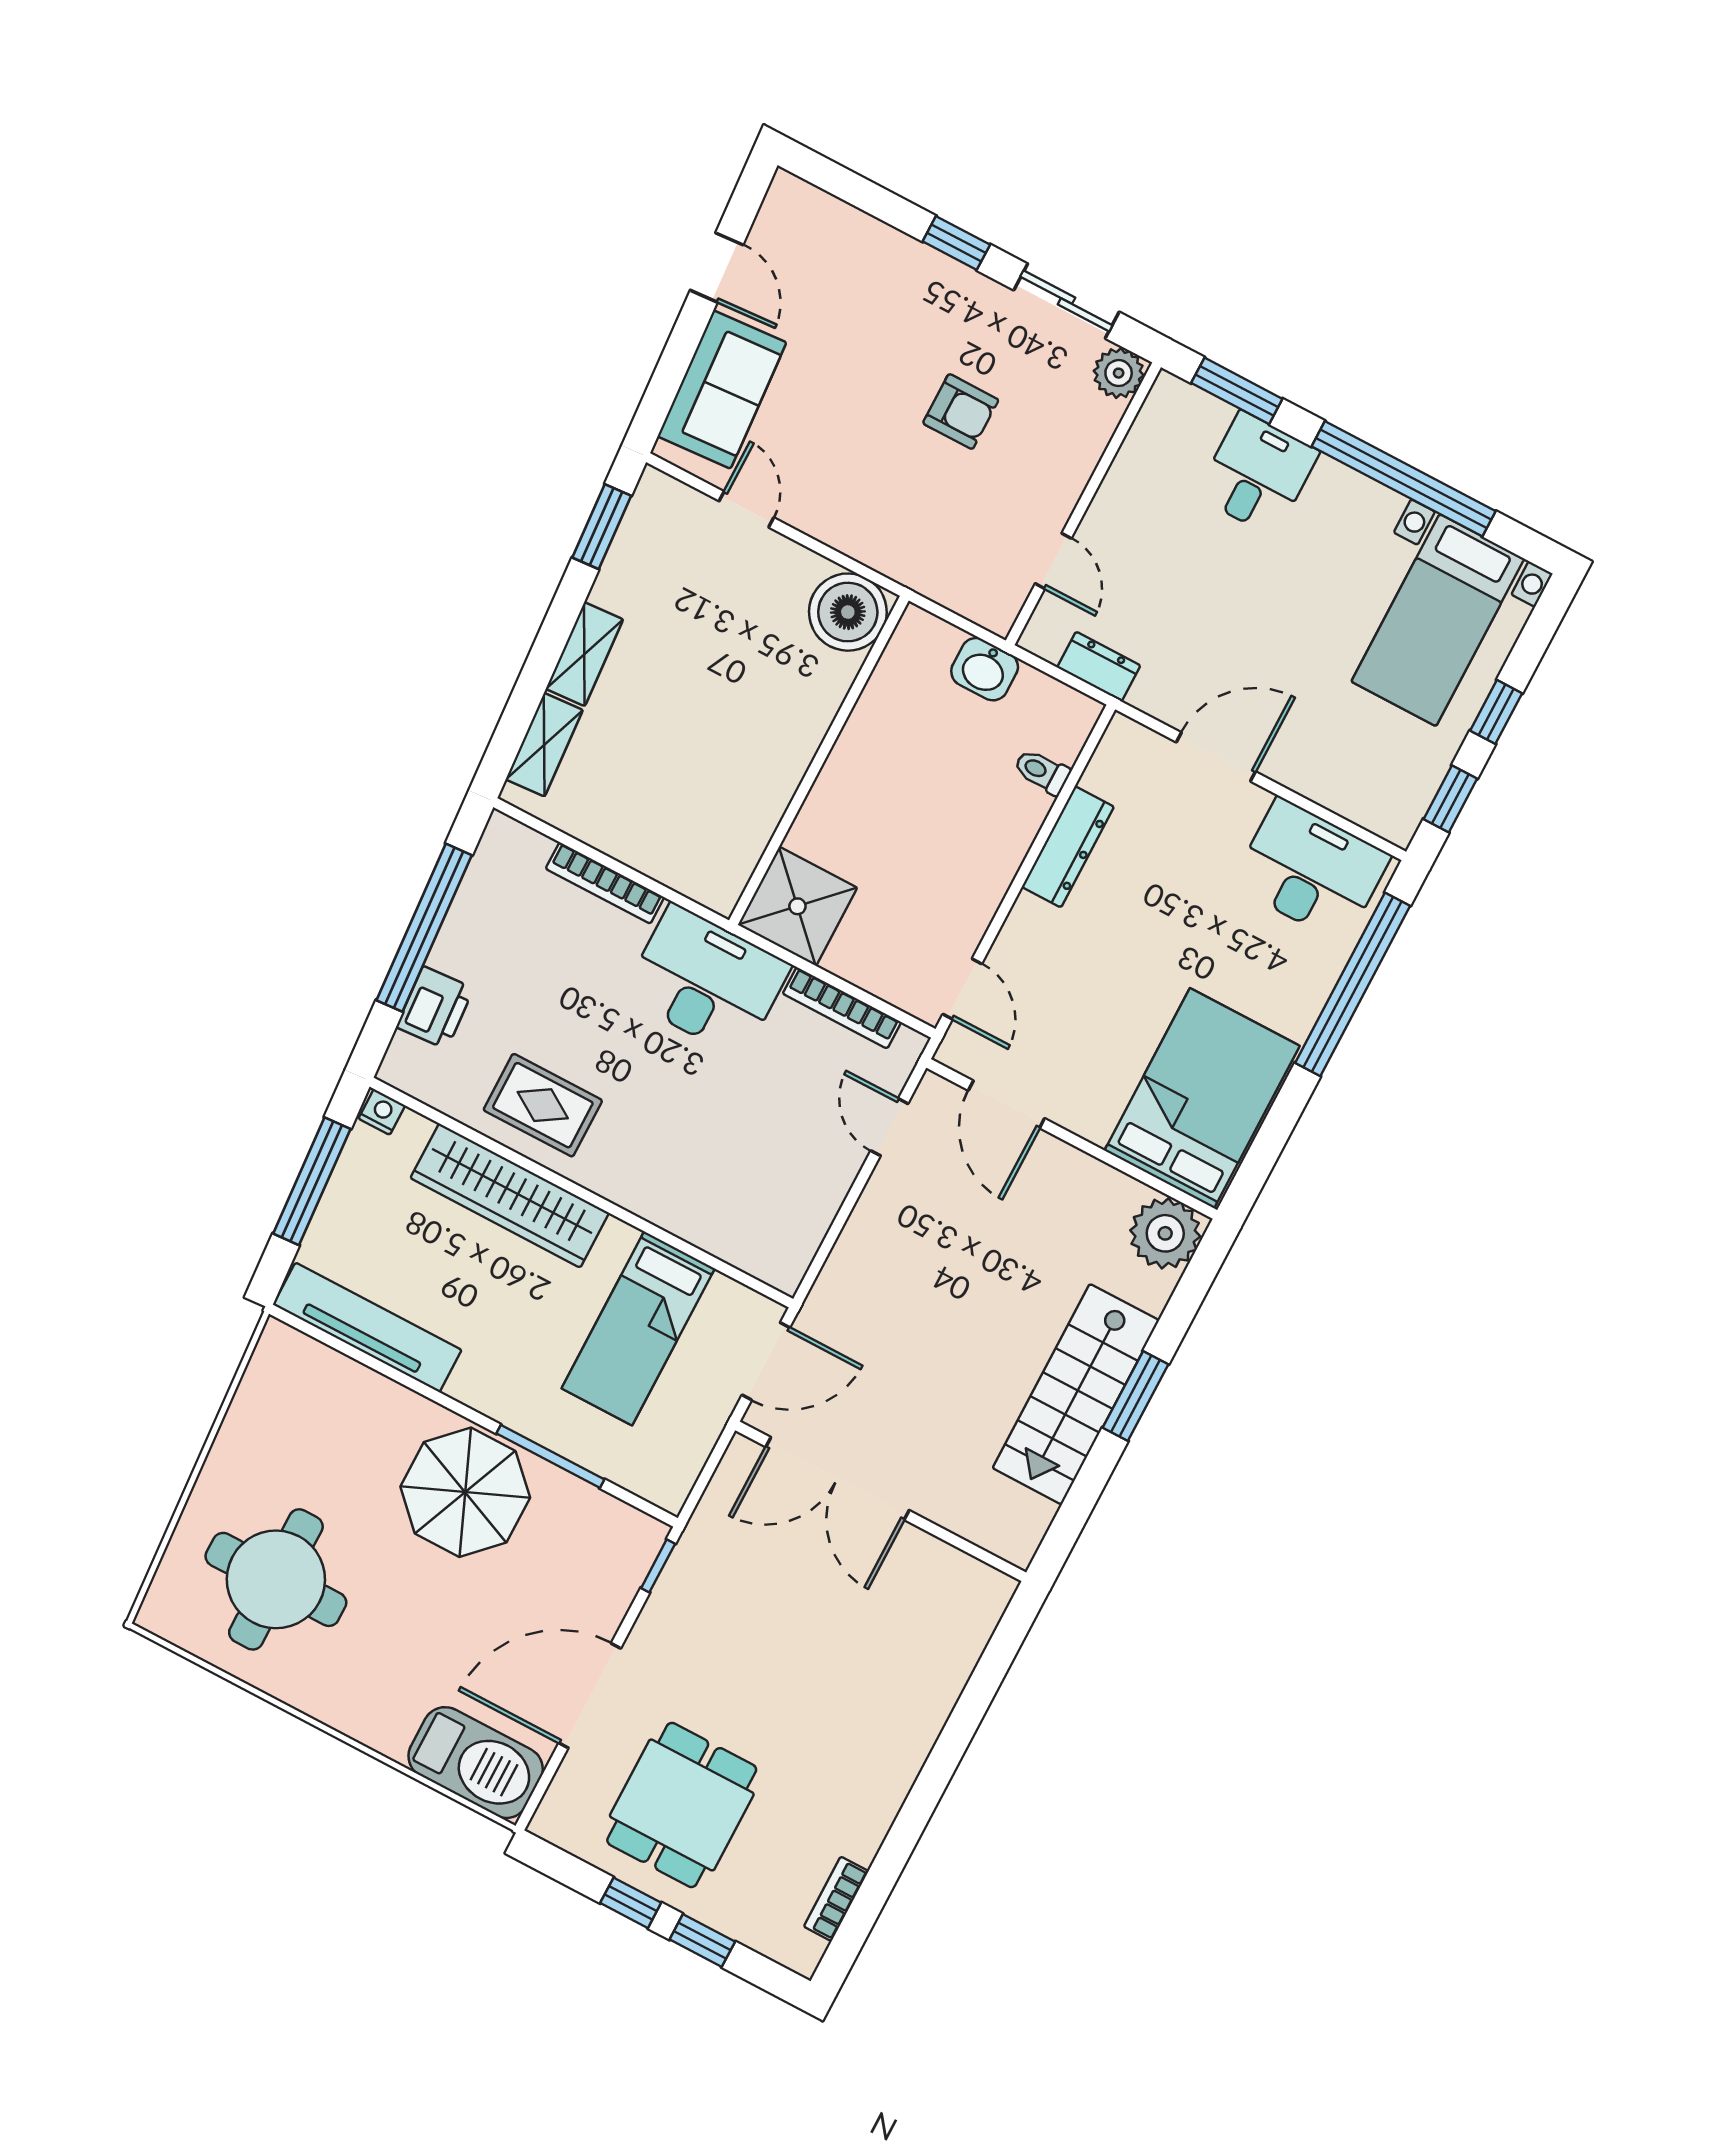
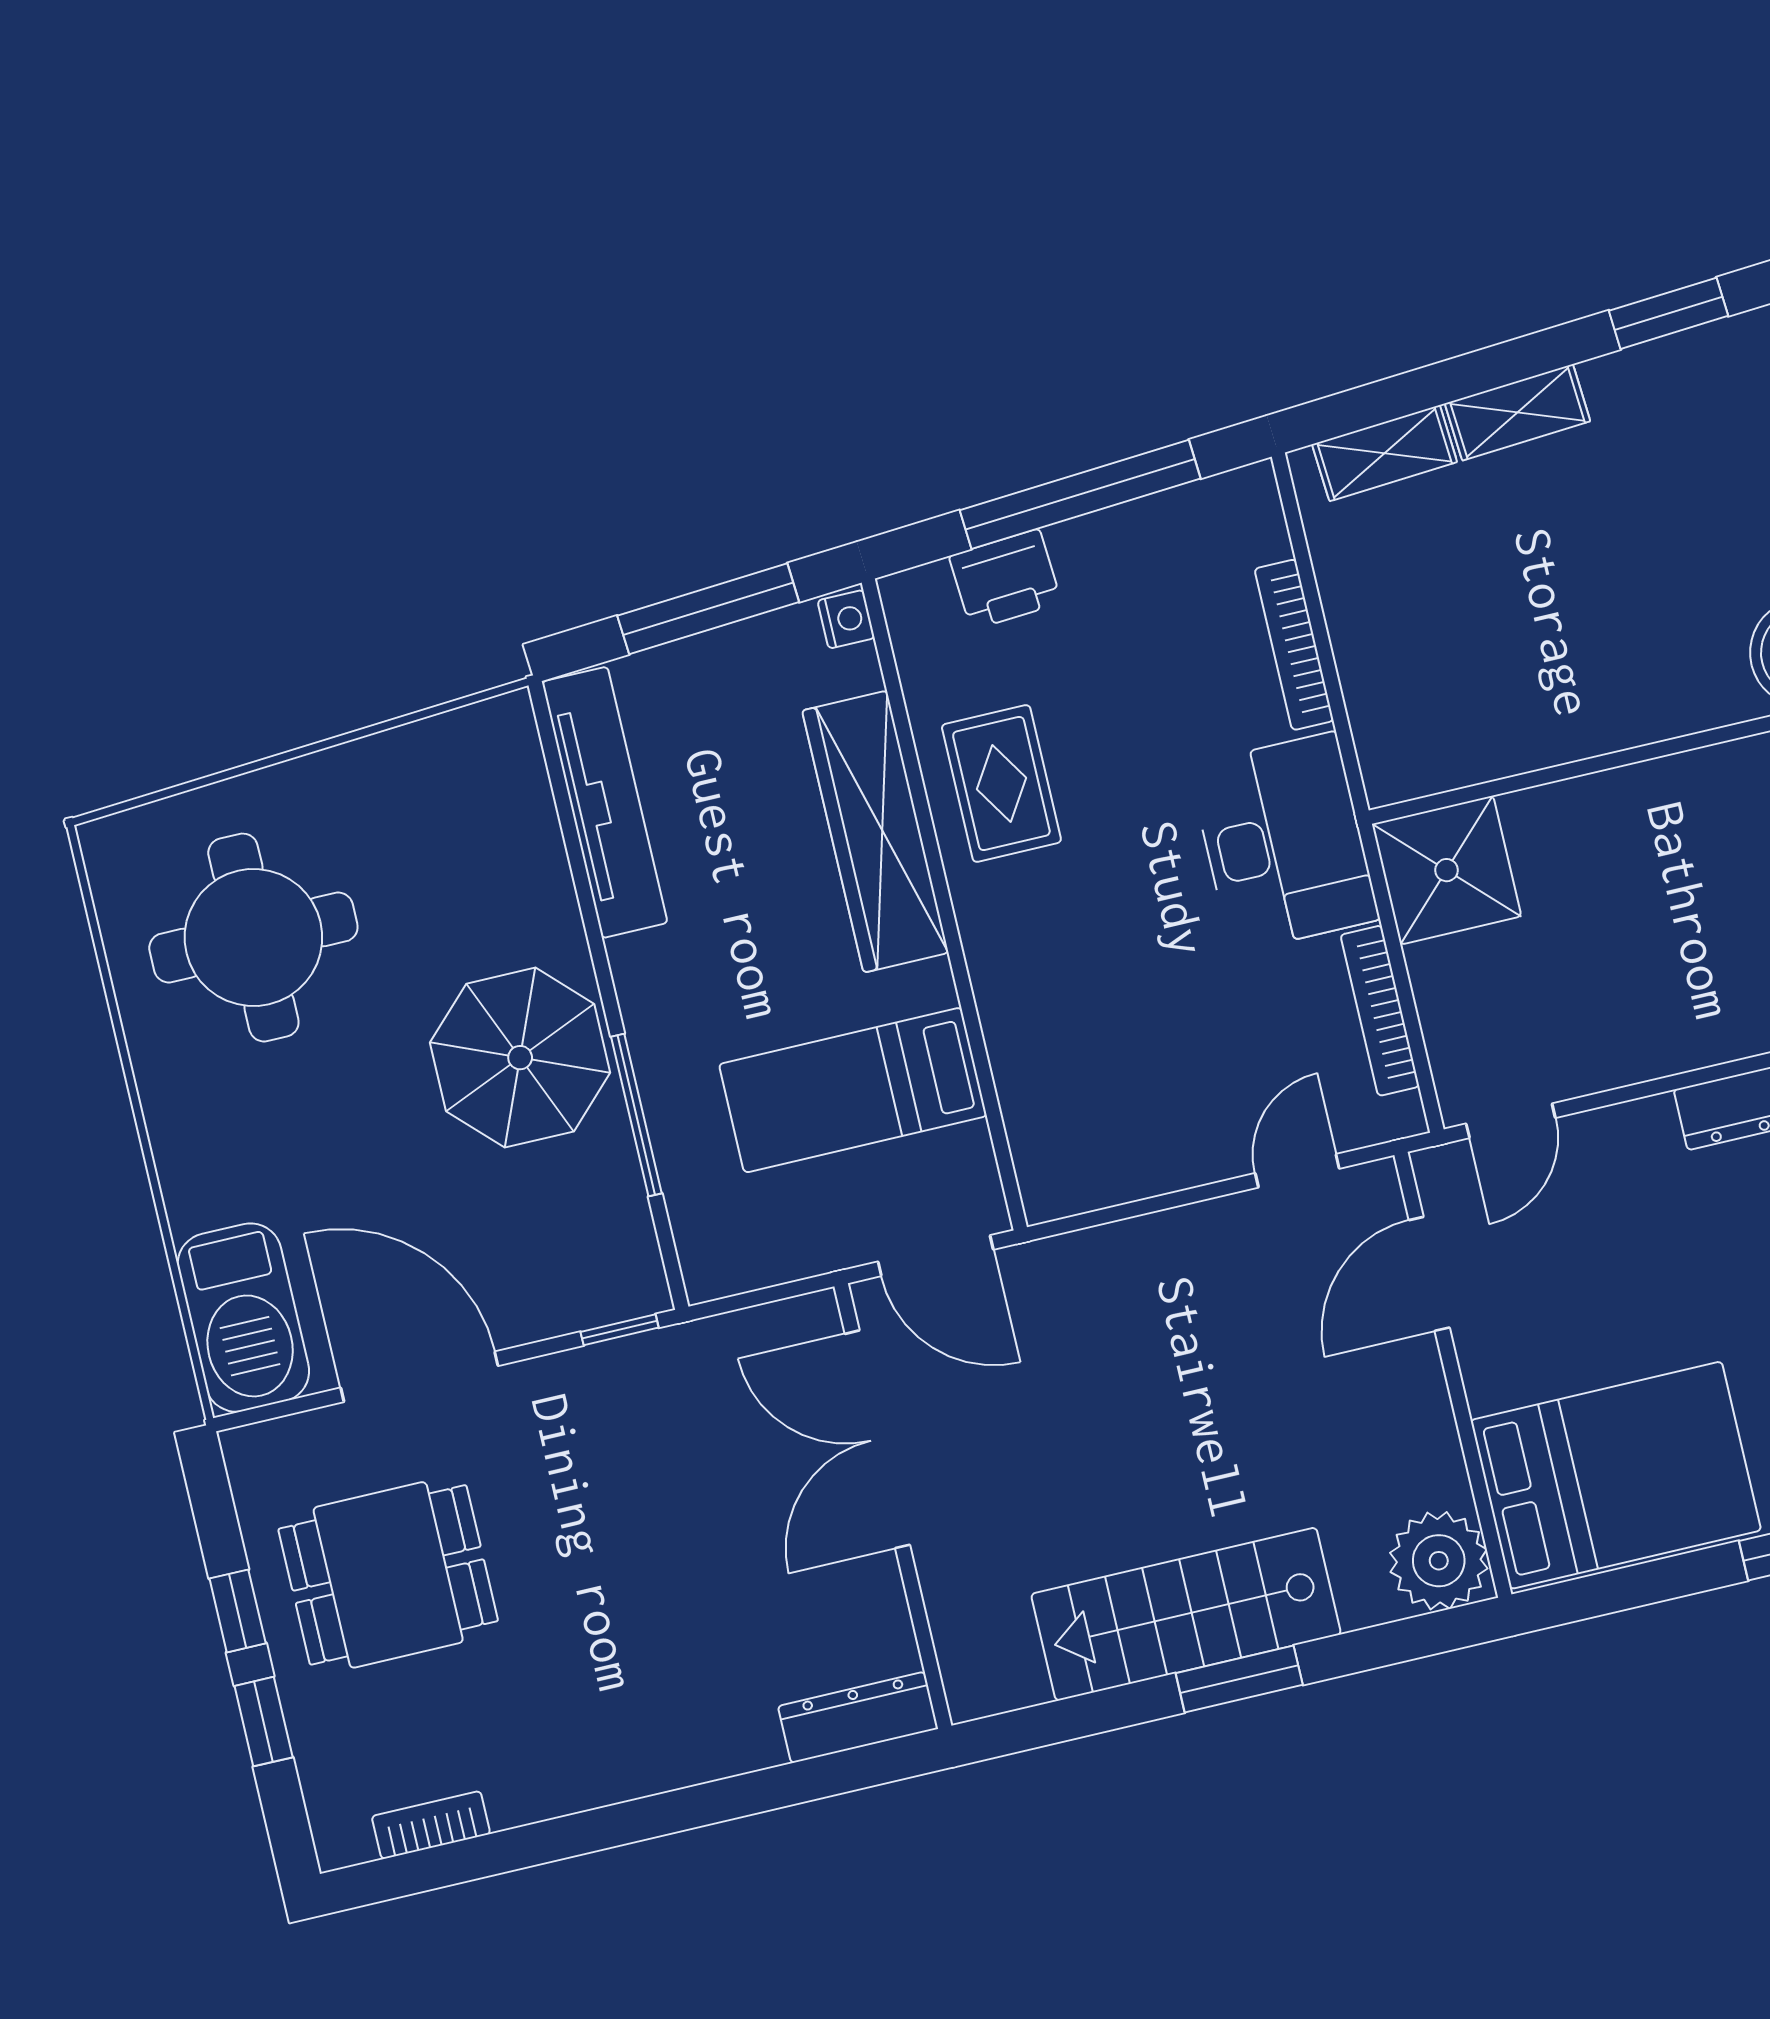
dresser: (978, 1619) -> (858, 1717), added

